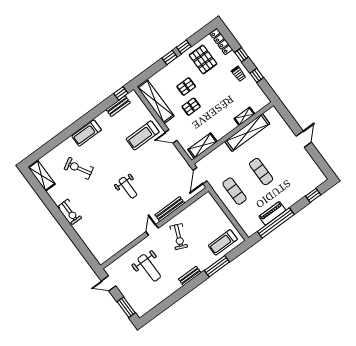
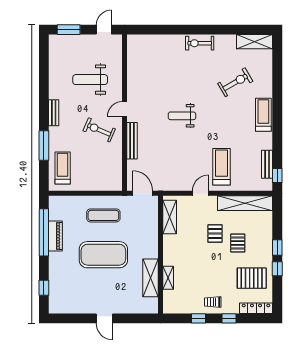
shelving: (247, 133) -> (151, 278), width x0.68
exercise mat: (261, 172) -> (103, 255), width x2.00, depth x1.45
door: (152, 230) -> (124, 109), swing flipped

